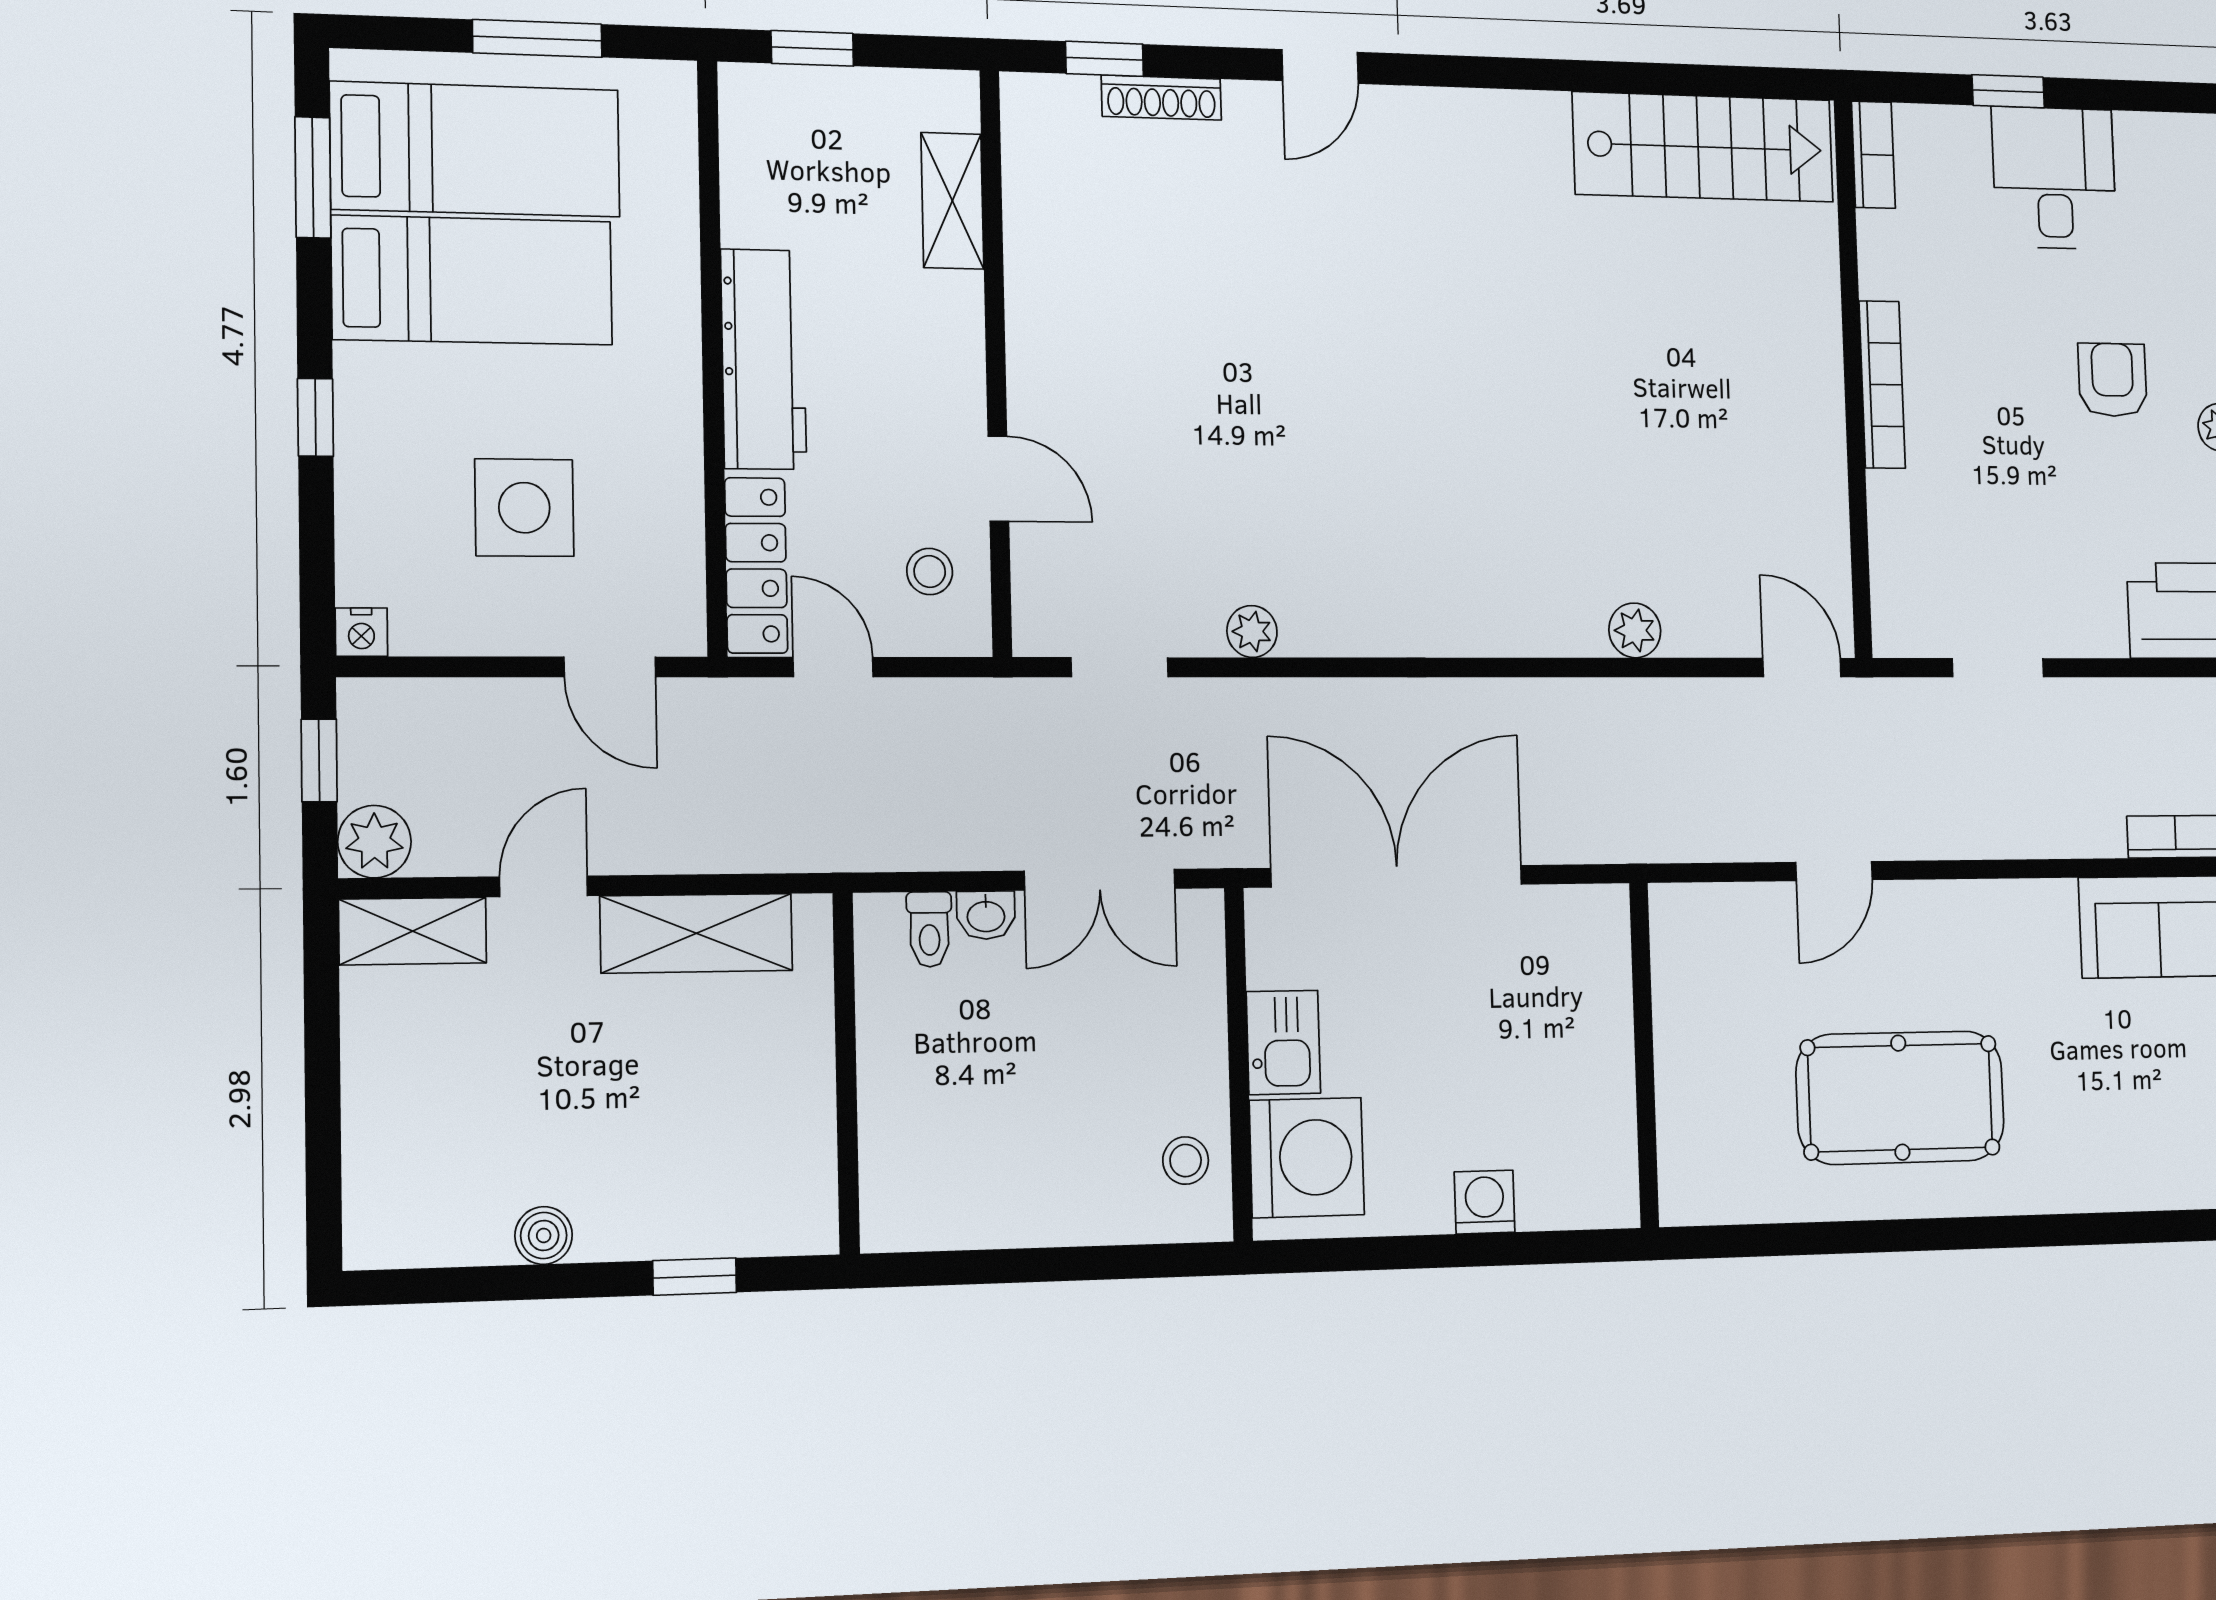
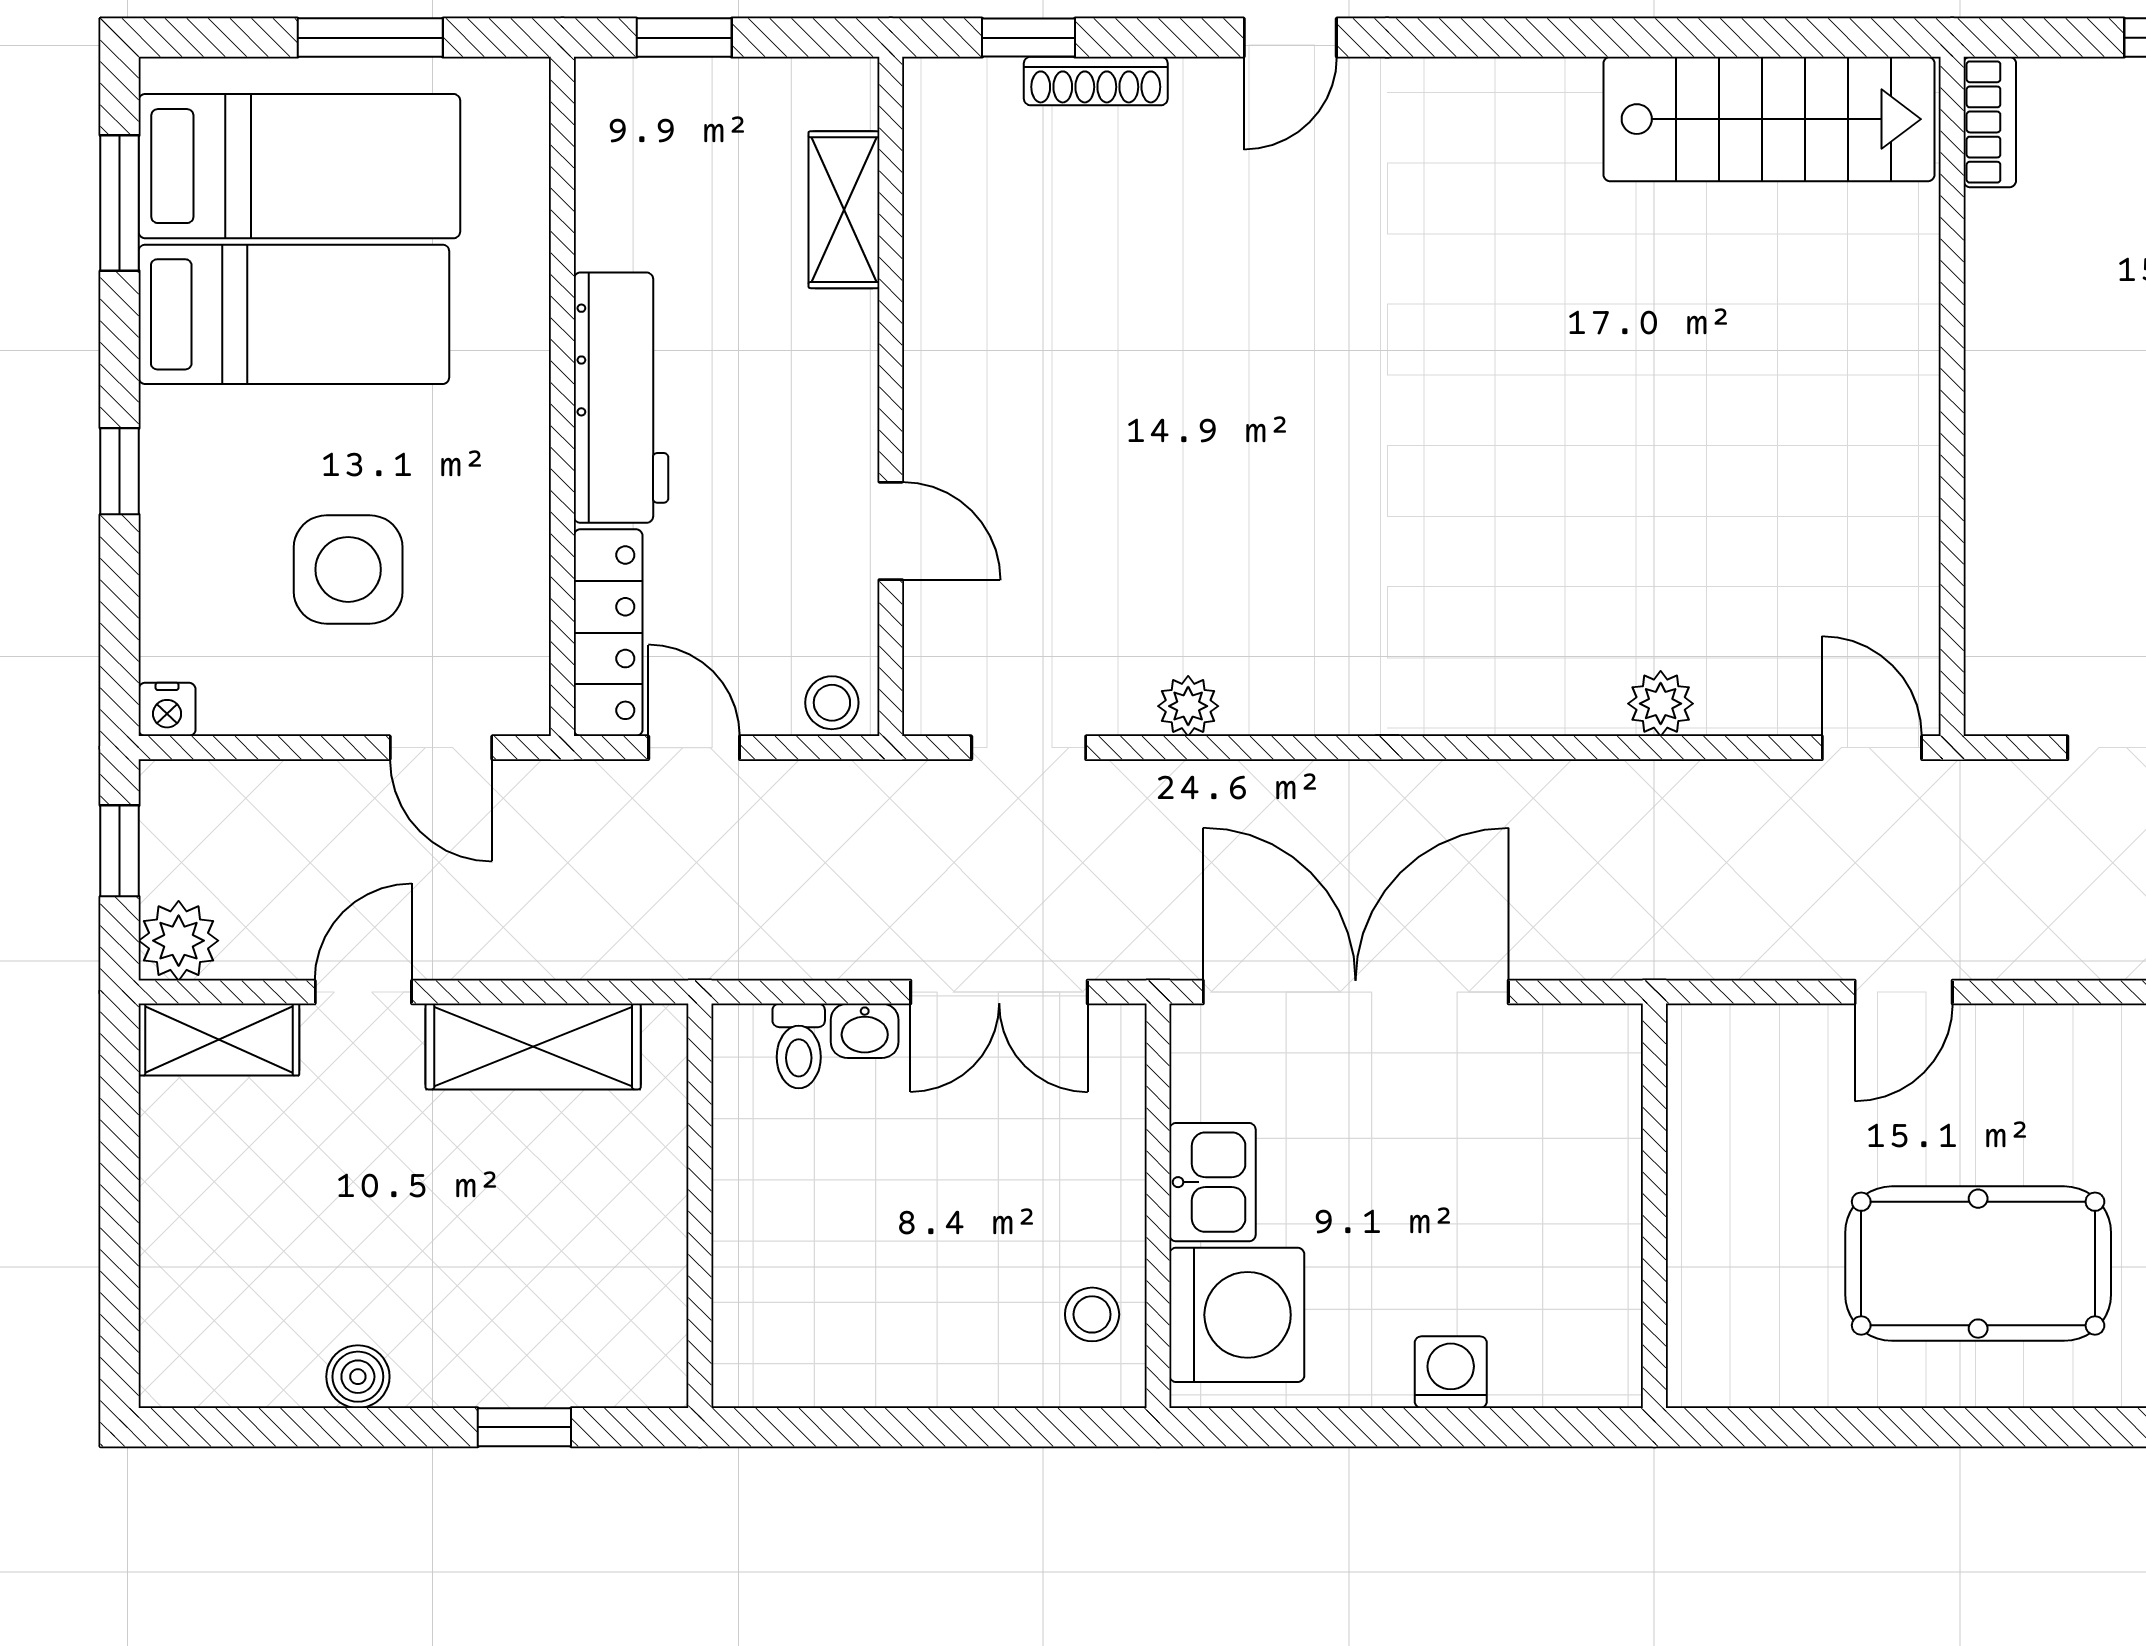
bookcase: (1882, 385) -> (1990, 404), removed
stool: (930, 571) -> (832, 703), moved

